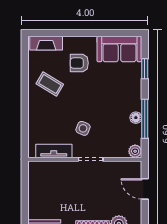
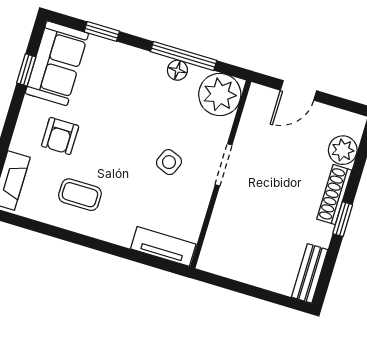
window: (111, 33) -> (26, 70), added
coffee table: (50, 84) -> (80, 195), turned 59
tv unit: (54, 151) -> (163, 246), moved, turned 90
plant: (135, 151) -> (220, 94), width x1.87, depth x1.87

